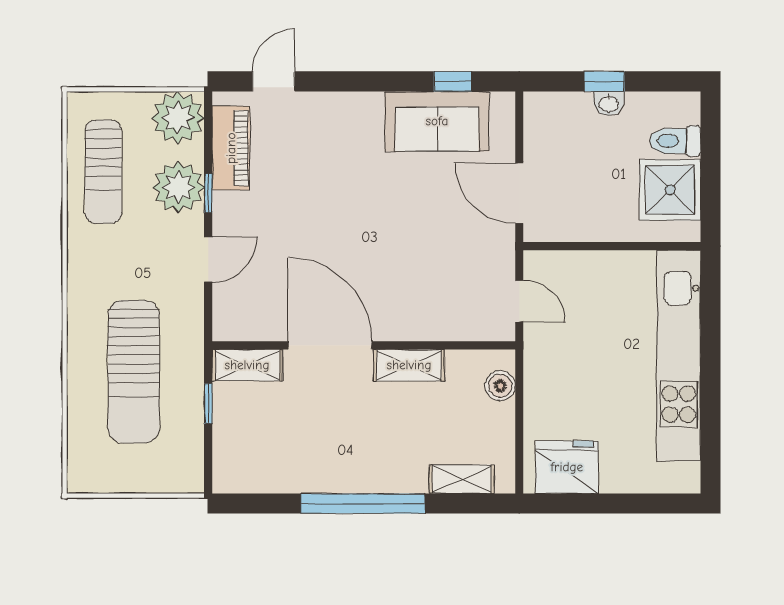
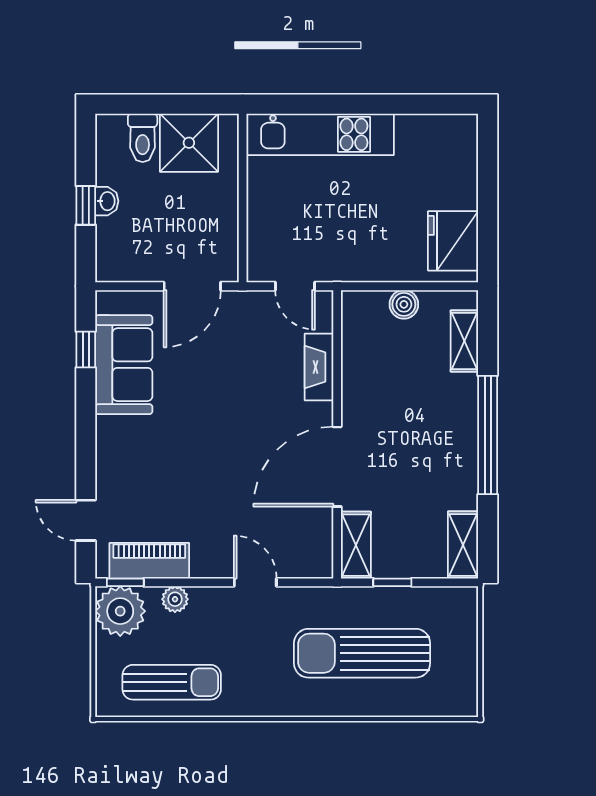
plant: (178, 187) -> (175, 599), width x0.53, depth x0.53
window: (208, 193) -> (125, 582), moved
door: (519, 301) -> (295, 286), swing flipped
fireplace: (434, 326) -> (319, 367), added
kitchen unit: (679, 356) -> (320, 134), width x0.73
shelving: (409, 365) -> (463, 545), moved
sun lounger: (134, 372) -> (362, 653), turned 180
boiler: (500, 386) -> (404, 304), moved

